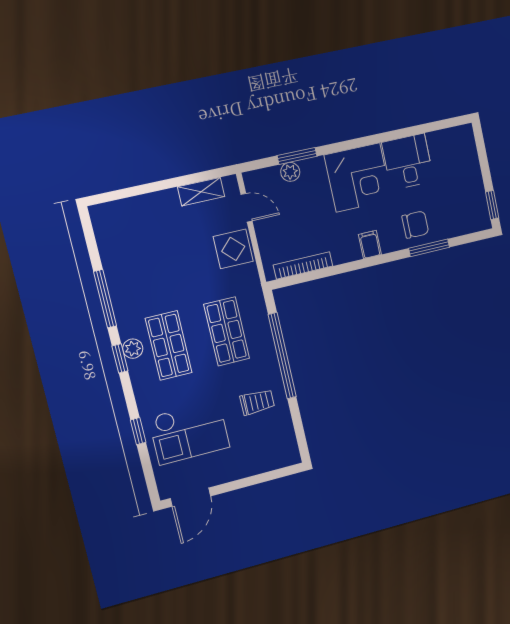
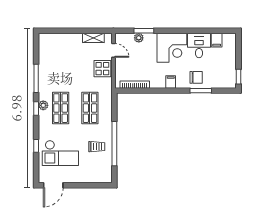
filing cabinet: (438, 144) -> (217, 40), added
window: (282, 356) -> (114, 144), moved

